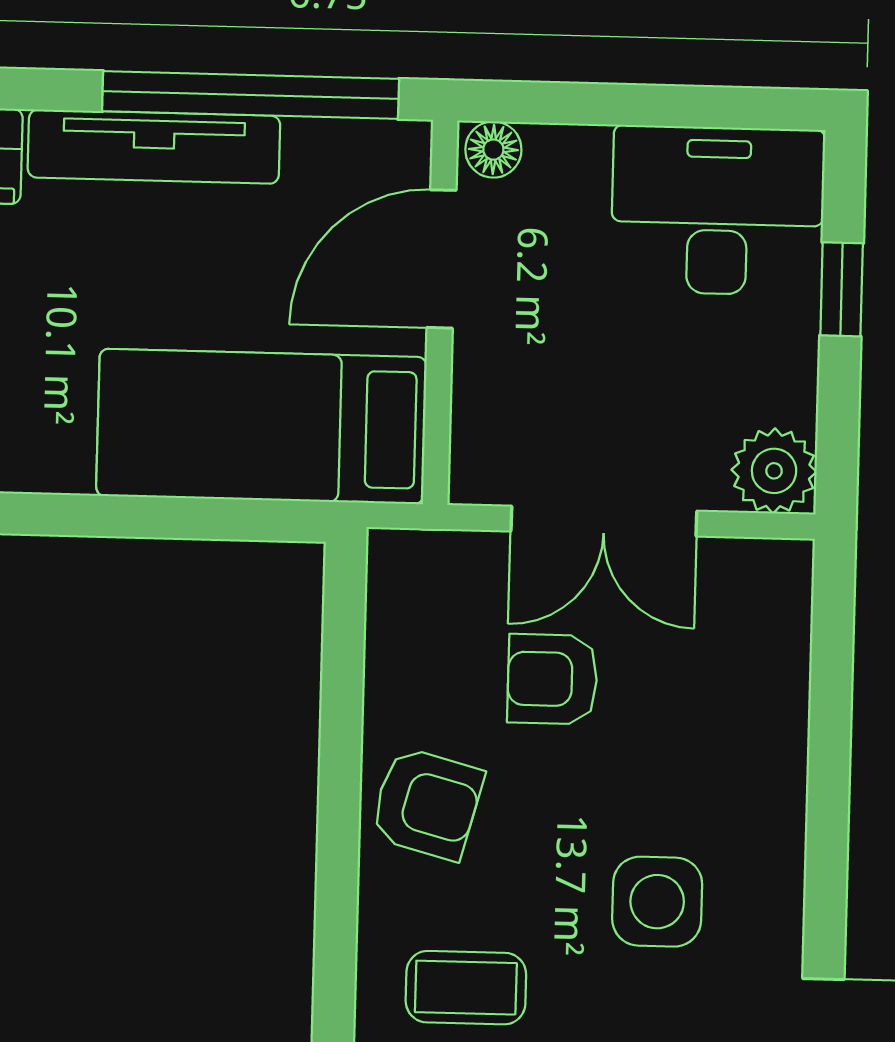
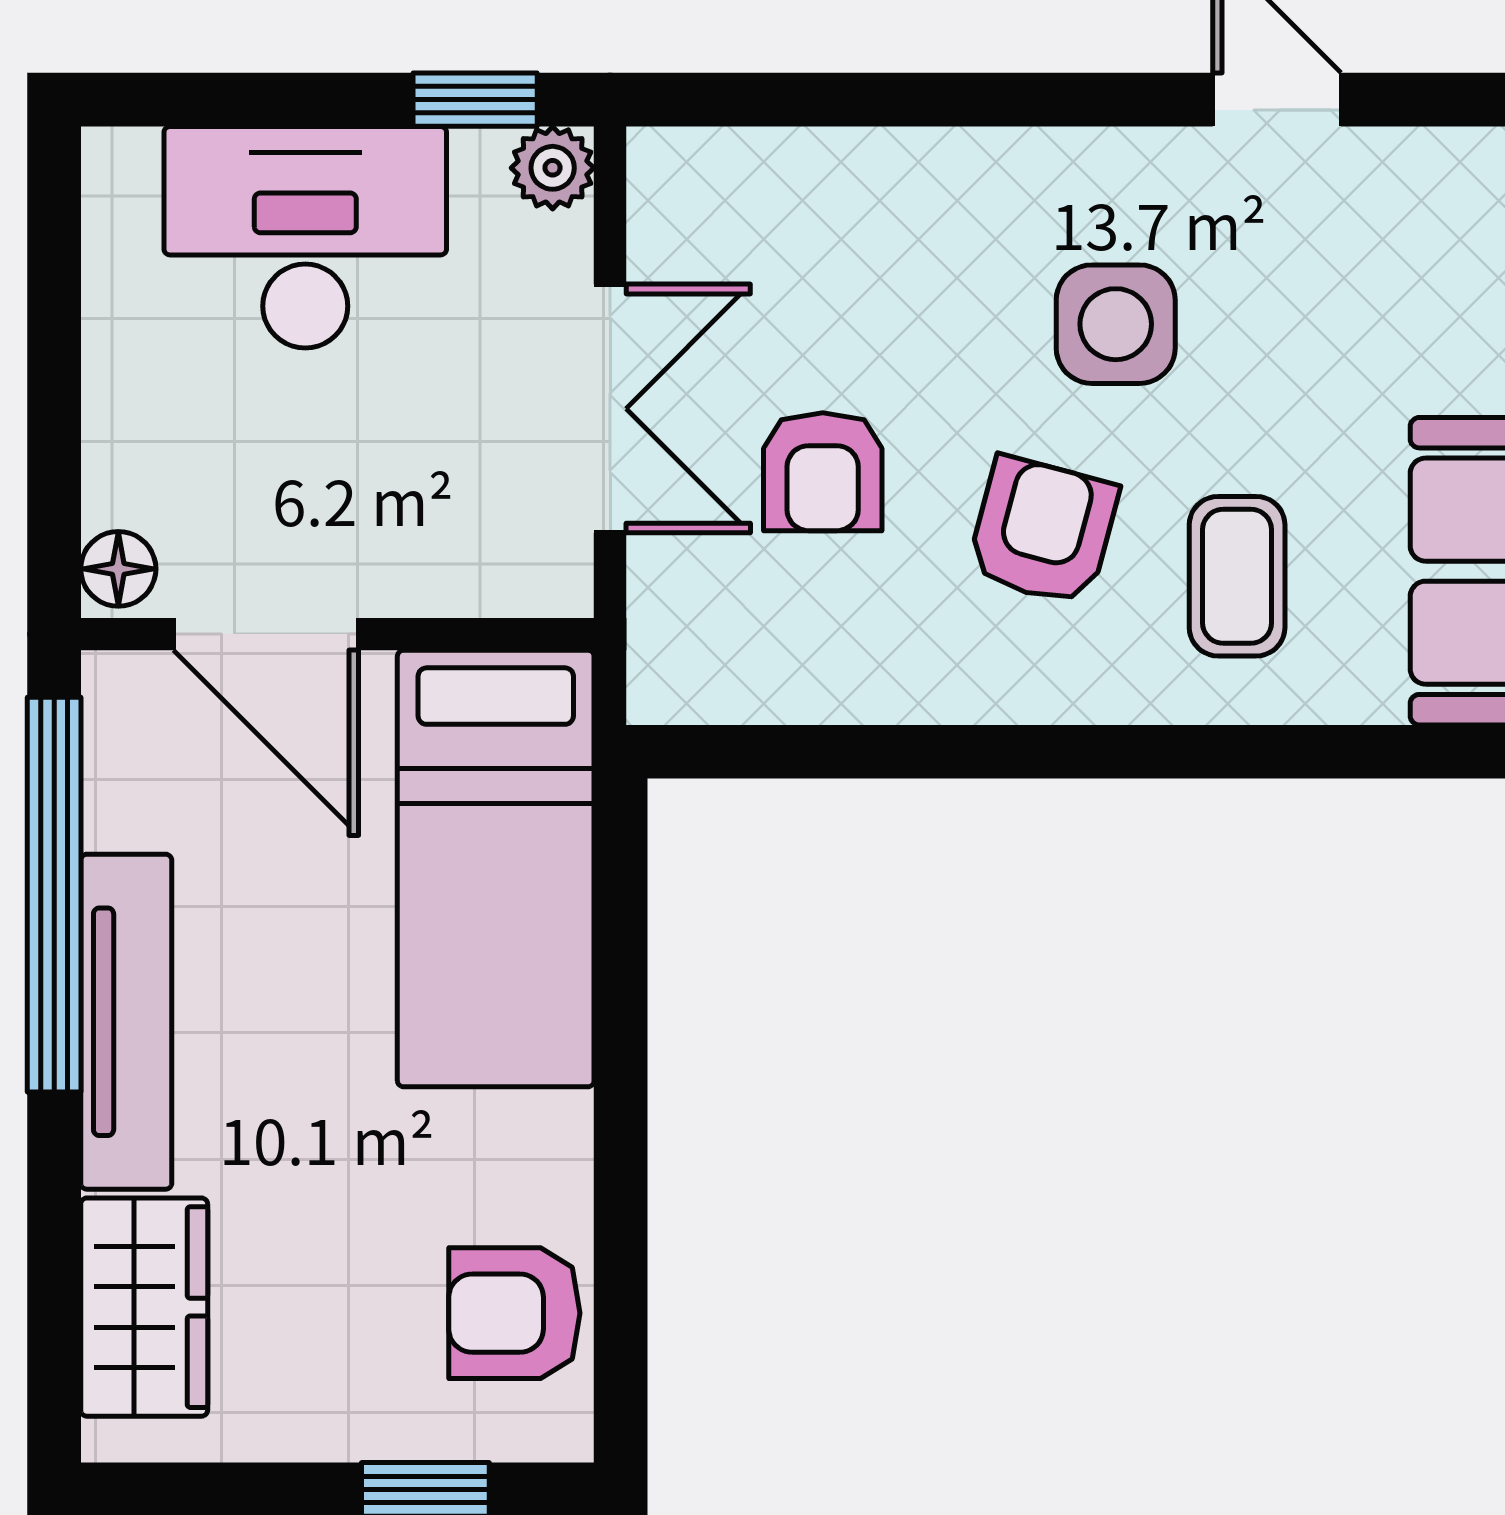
desk: (718, 211) -> (305, 237), moved, turned 90
window: (842, 289) -> (475, 100), moved
plant: (774, 471) -> (553, 168), width x0.73, depth x0.73
armchair: (427, 804) -> (1043, 531), moved

